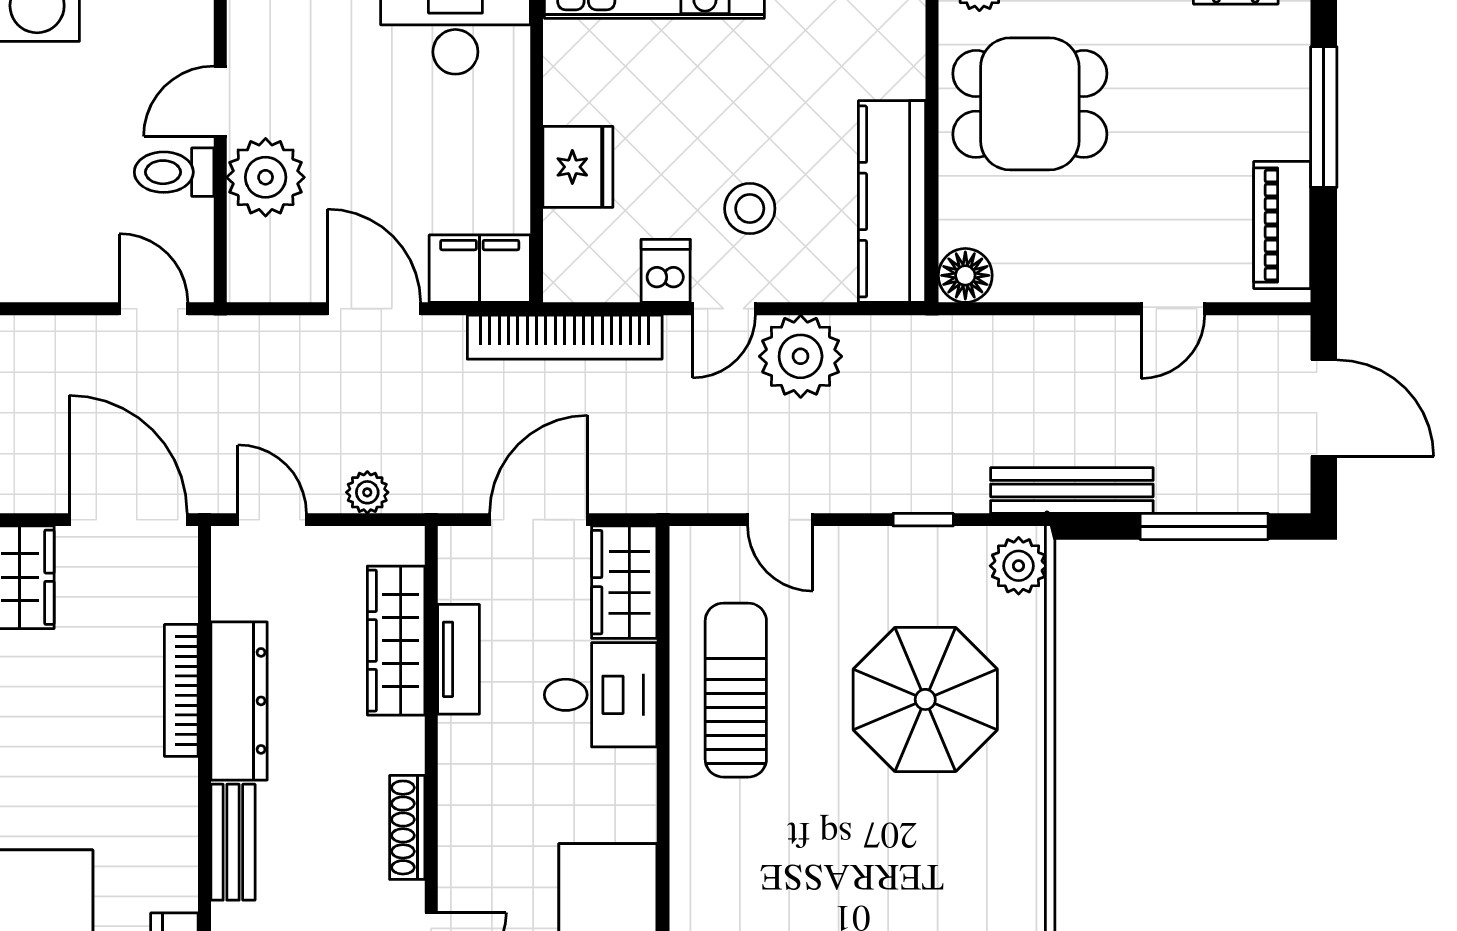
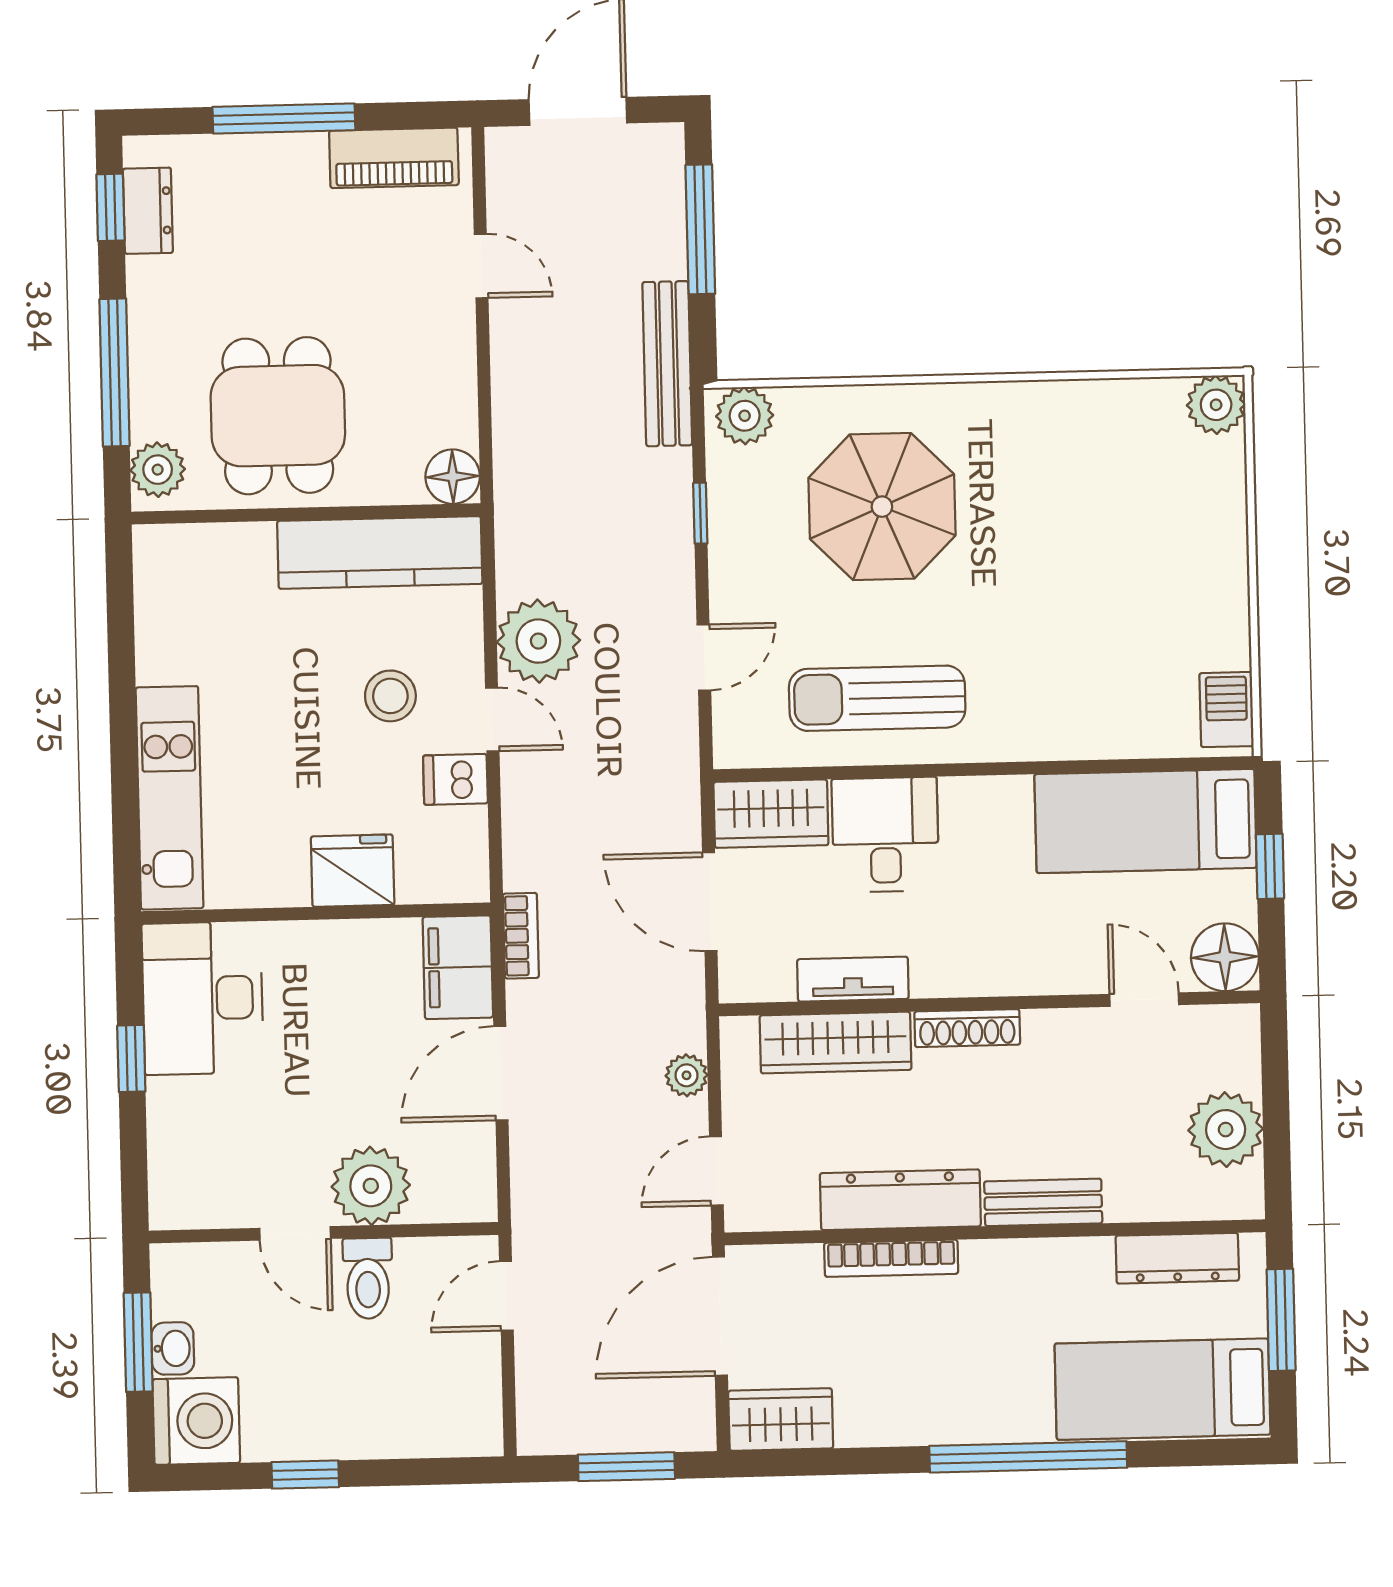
bookcase: (565, 337) -> (521, 936), width x0.43, depth x0.76
shoe rack: (407, 827) -> (967, 1028), moved

